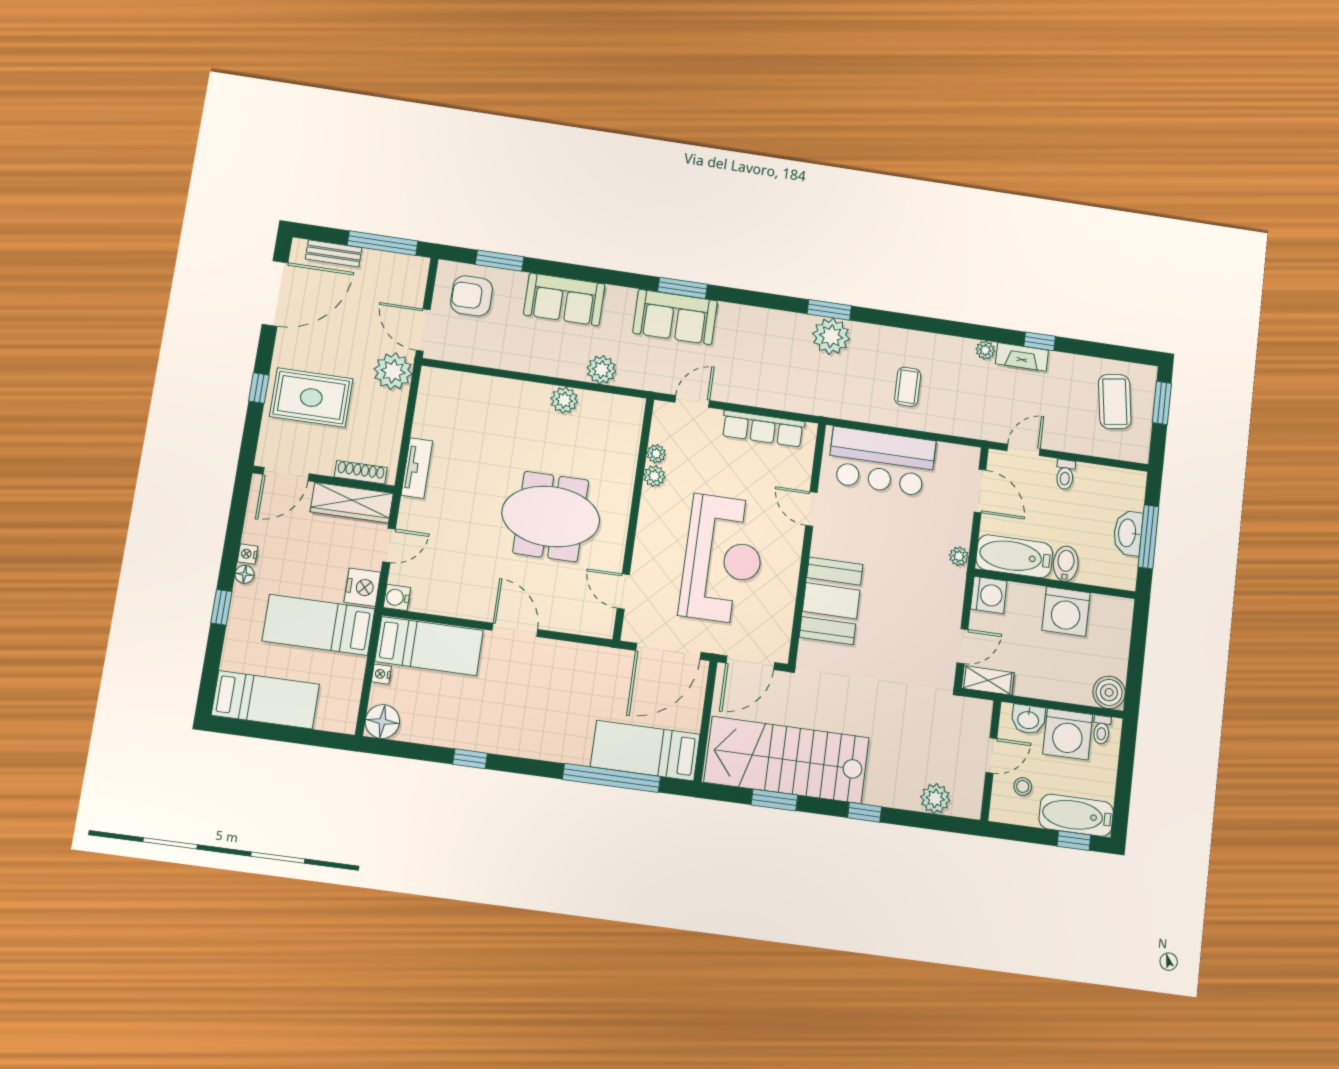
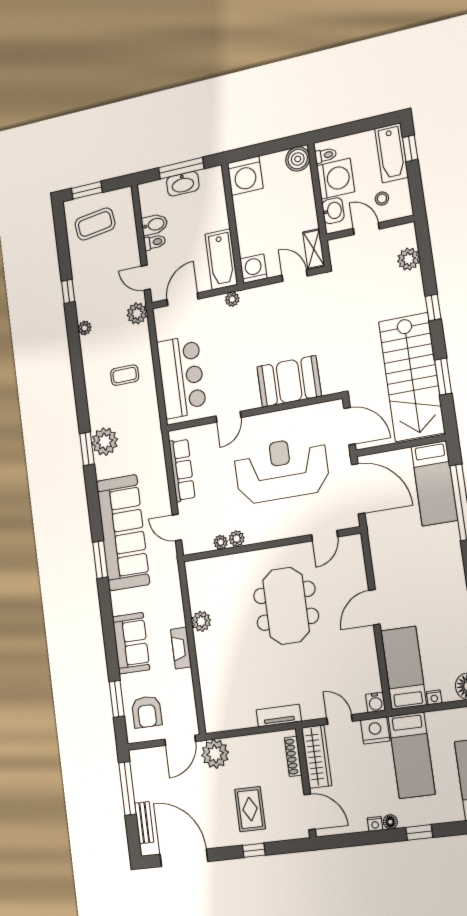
sofa: (675, 317) -> (123, 533), width x1.85, depth x1.27
fireplace: (1022, 357) -> (181, 648), moved, turned 180
plant: (601, 370) -> (137, 313), moved
rug: (311, 398) -> (250, 809), width x0.73, depth x0.70
bidet: (1066, 564) -> (154, 225), moved, turned 180
washing machine: (1066, 612) -> (245, 176), moved, turned 90

